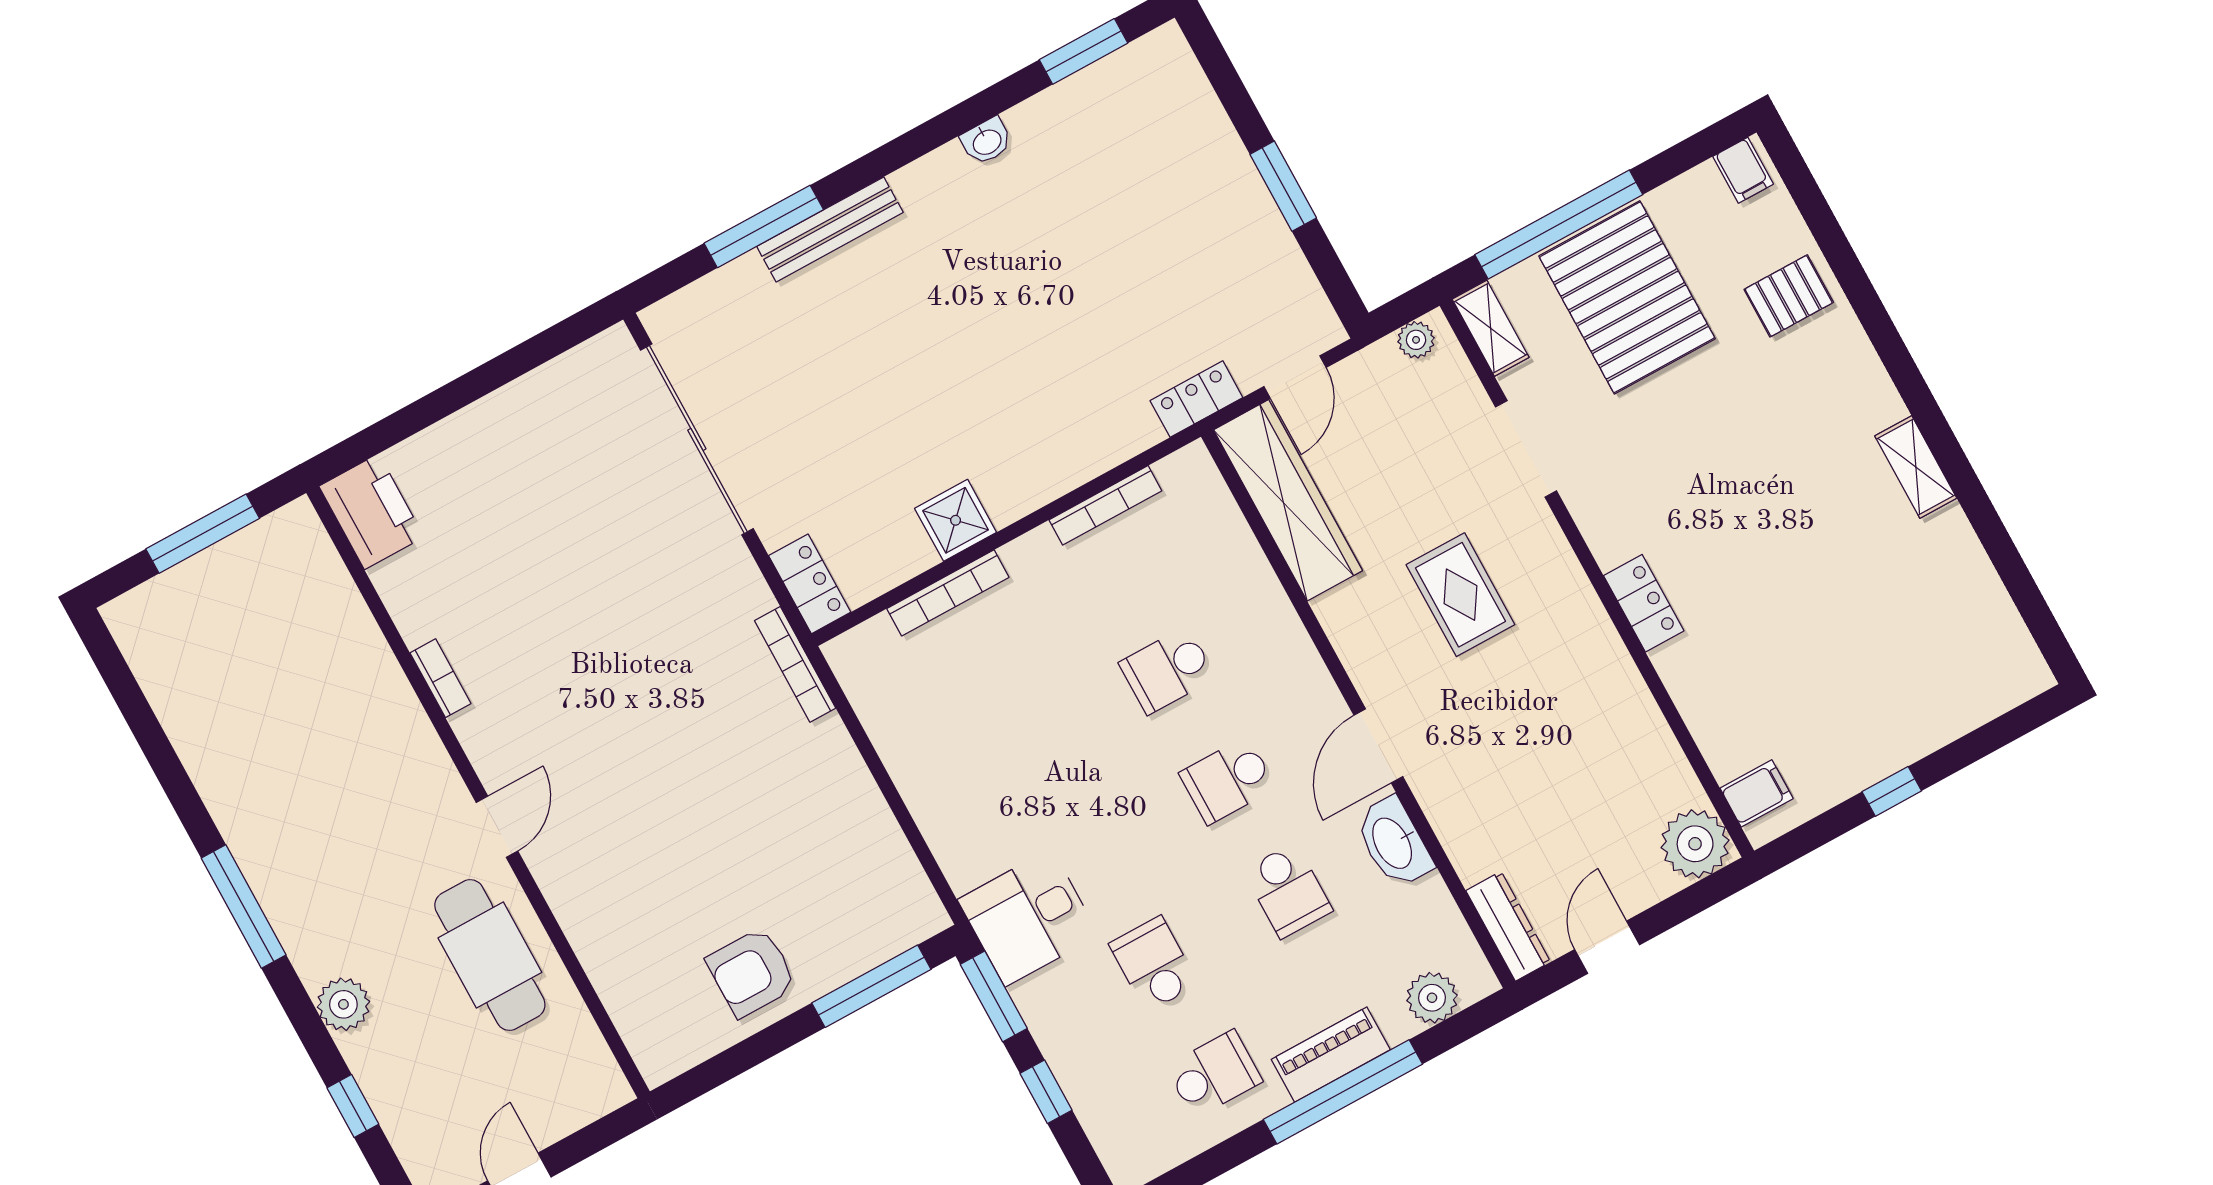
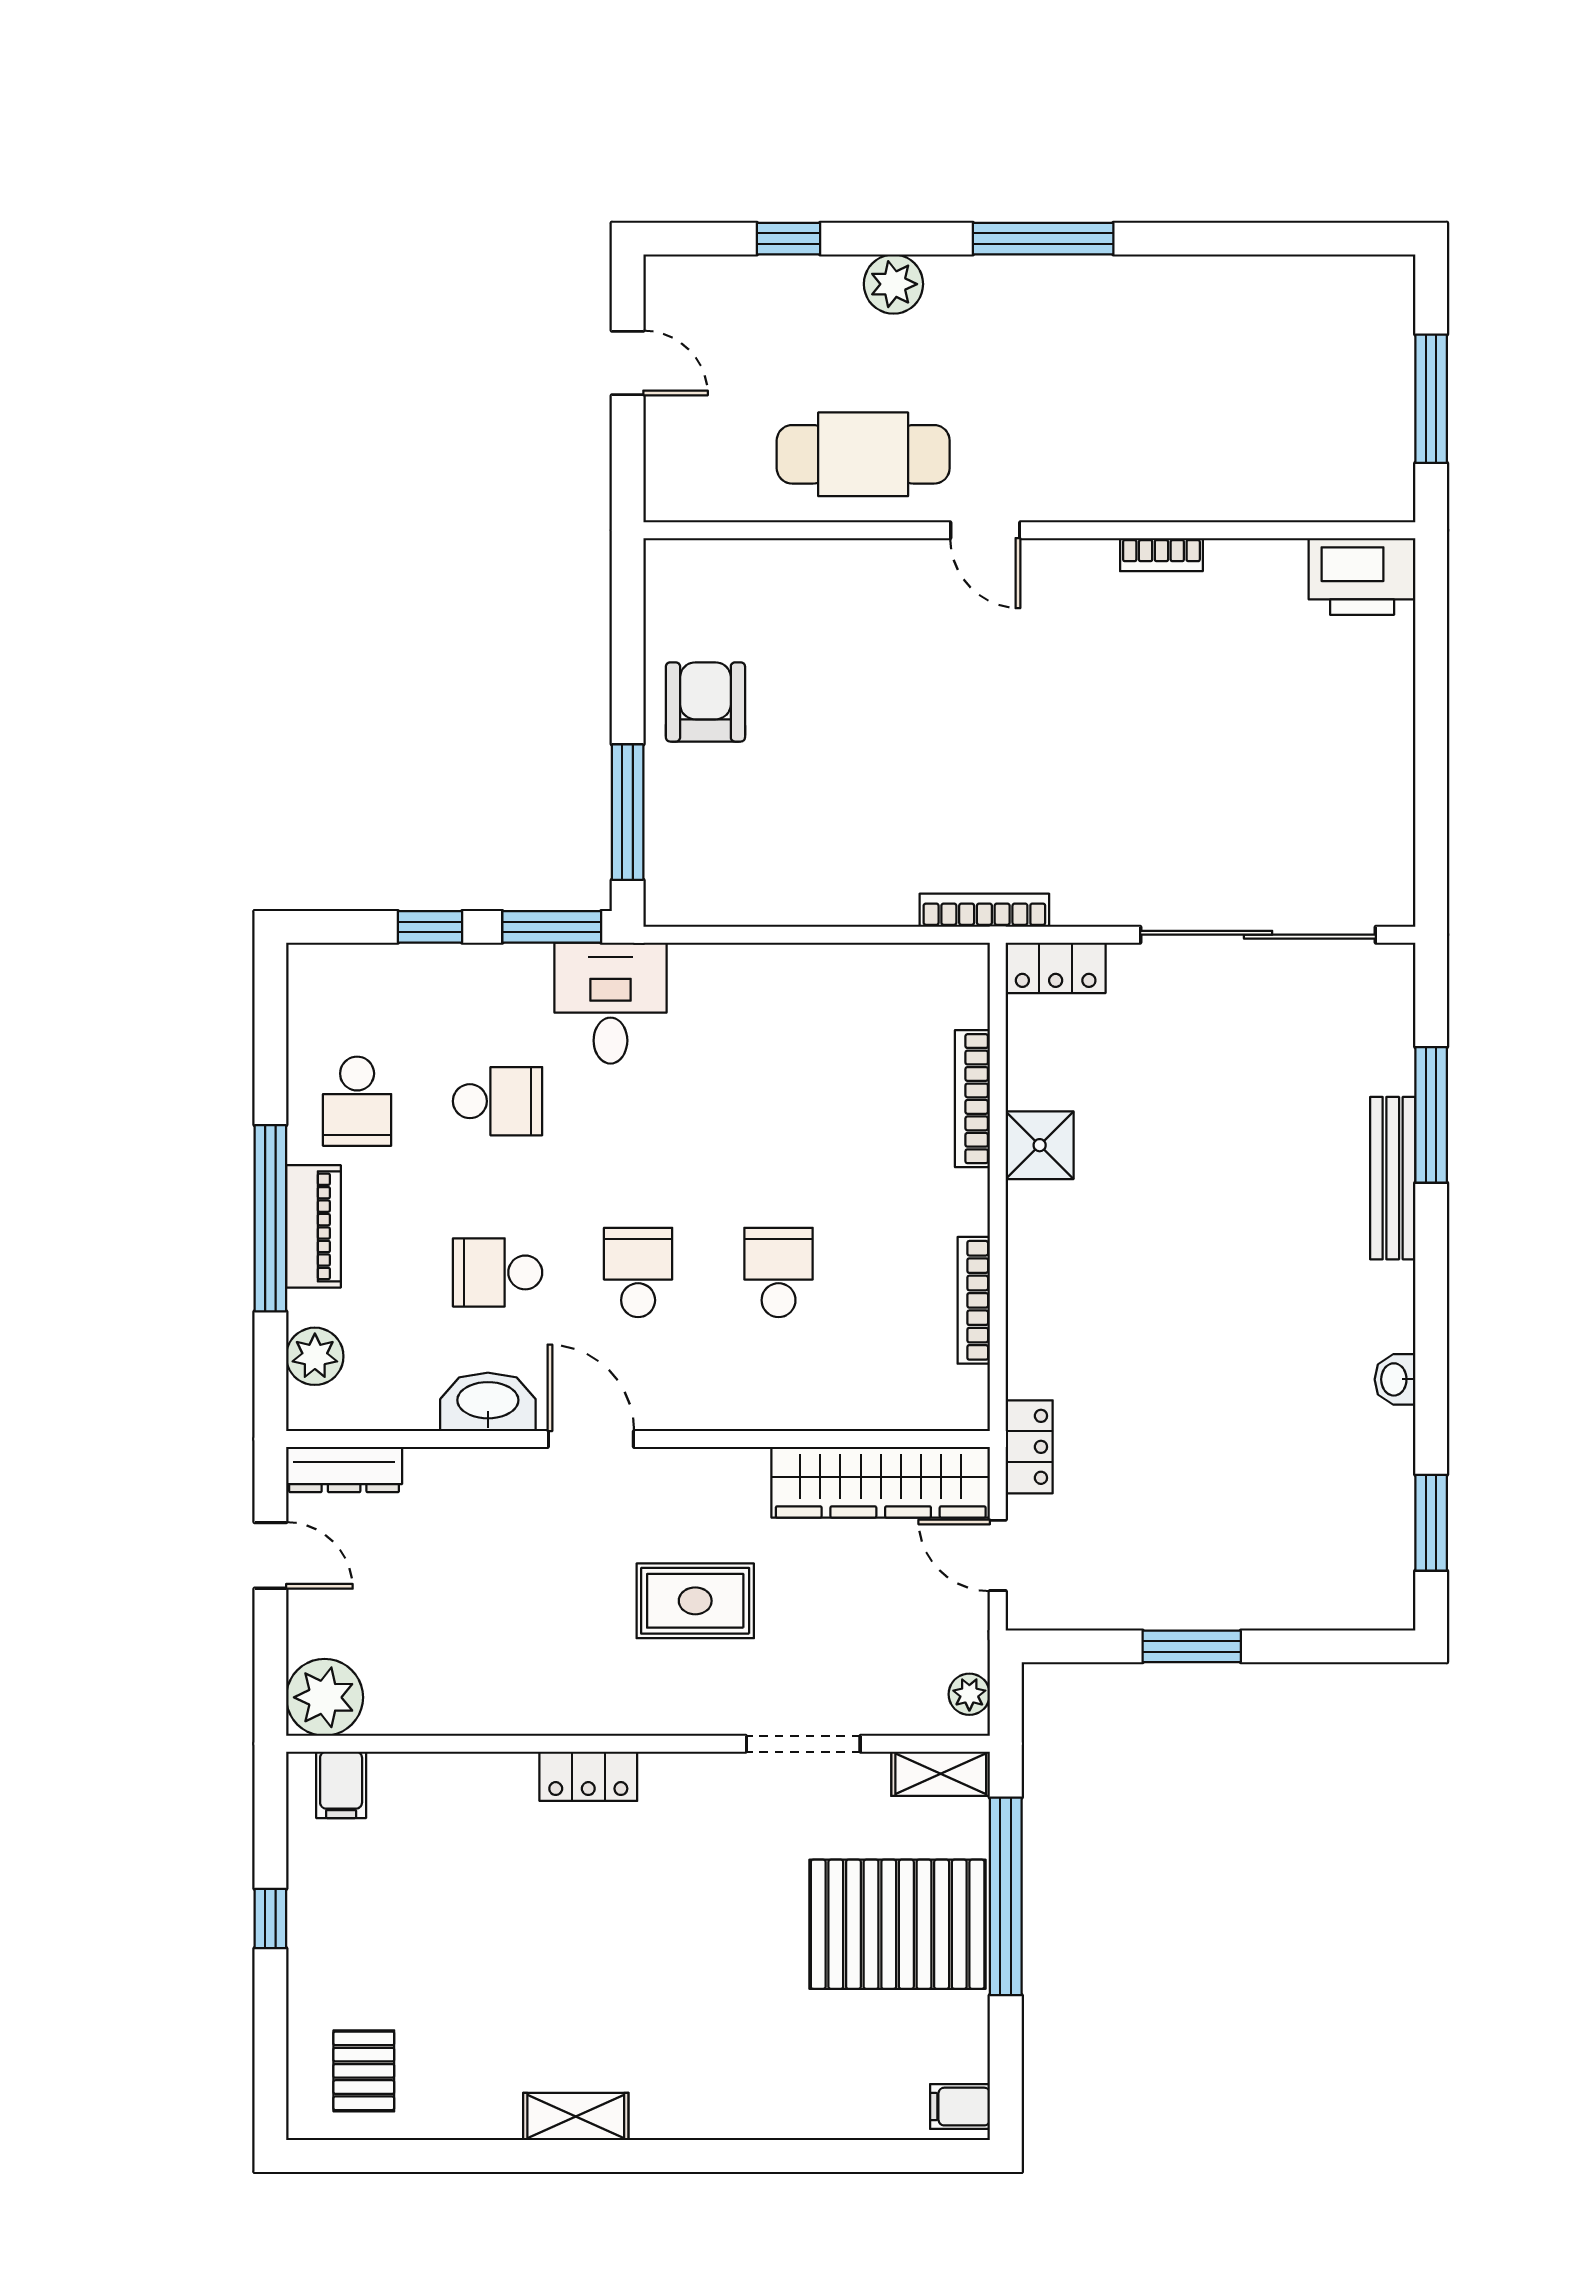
pallet: (1789, 296) -> (364, 2071), moved

